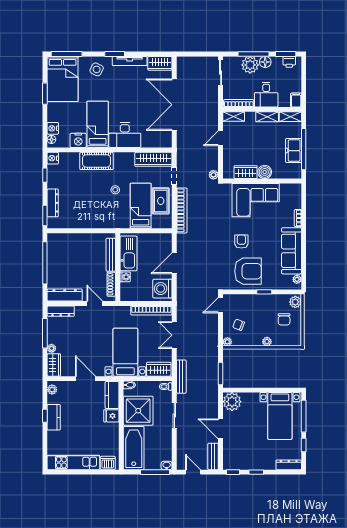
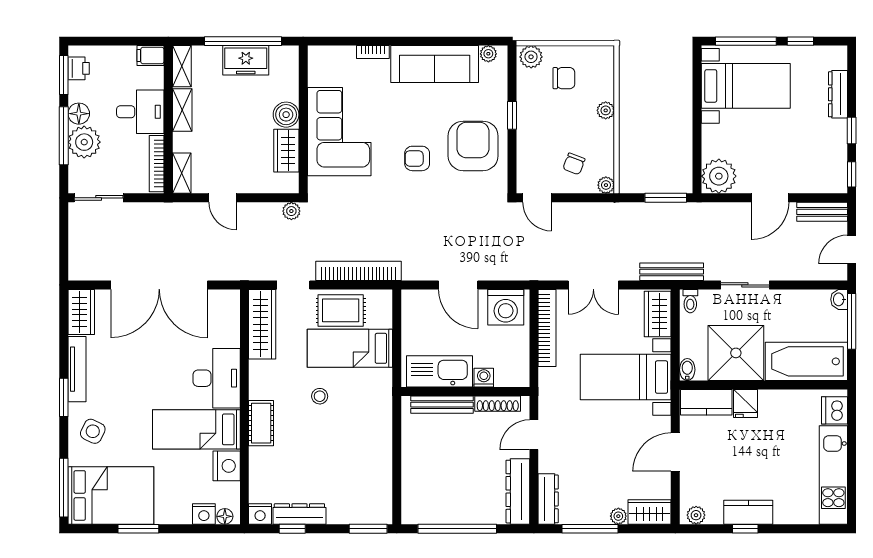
cot: (96, 161) -> (261, 423), width x0.73, depth x0.75
dresser: (53, 203) -> (299, 514), moved
dresser: (289, 465) -> (838, 94), moved

